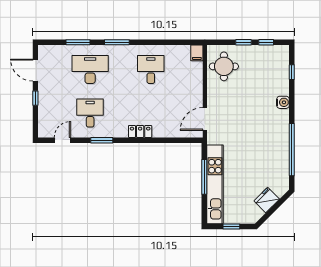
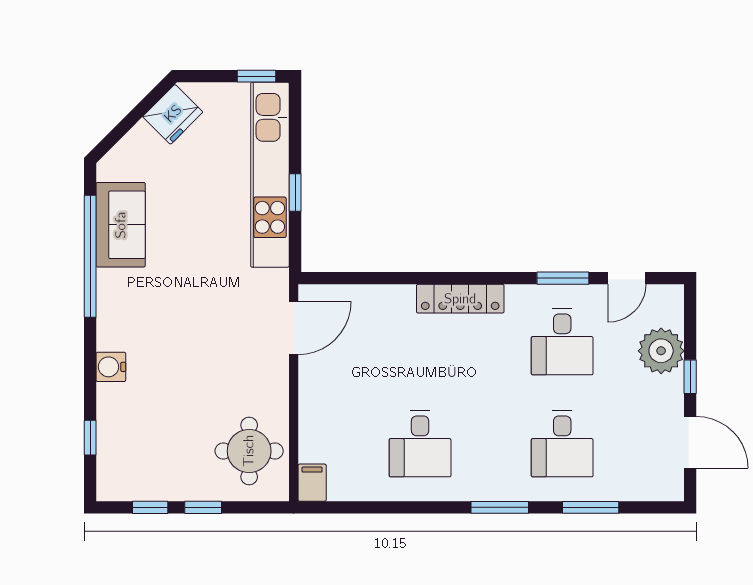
desk: (90, 69) -> (562, 444), width x0.73
plant: (48, 109) -> (661, 351), added
locker: (140, 131) -> (460, 299), width x1.53
window: (102, 140) -> (563, 278), moved
sofa: (279, 163) -> (121, 225), added
window: (204, 177) -> (295, 192), width x0.46
fridge: (267, 200) -> (173, 114), moved
window: (231, 227) -> (257, 76), moved

